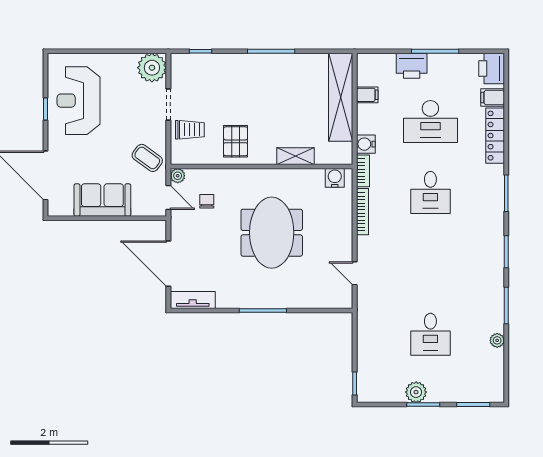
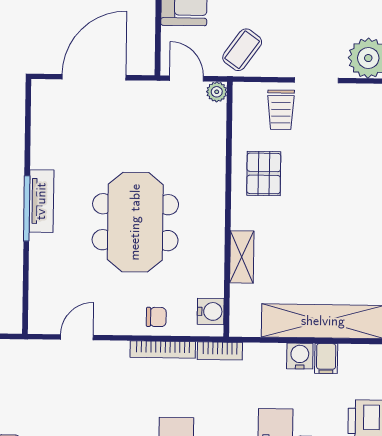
pallet: (236, 141) -> (264, 173), turned 90
water cooler: (366, 144) -> (300, 356), moved
door: (168, 197) -> (187, 78), swing flipped
chair: (207, 201) -> (156, 317), moved
meeting table: (272, 233) -> (135, 222), turned 90
tv unit: (193, 300) -> (41, 201), moved

